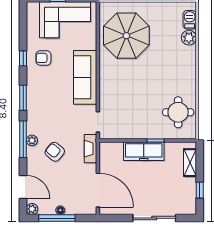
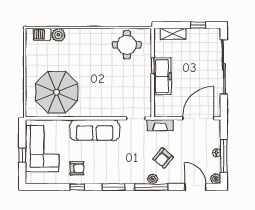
armchair: (43, 58) -> (77, 168), turned -90
door: (23, 187) -> (195, 187), hinge flipped
sliding door: (154, 218) -> (224, 67), width x1.36

